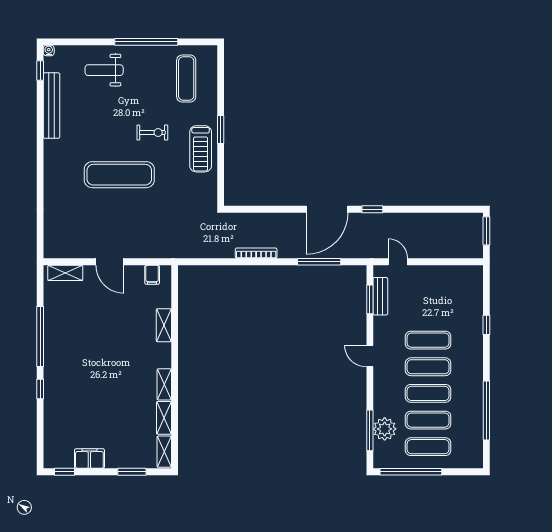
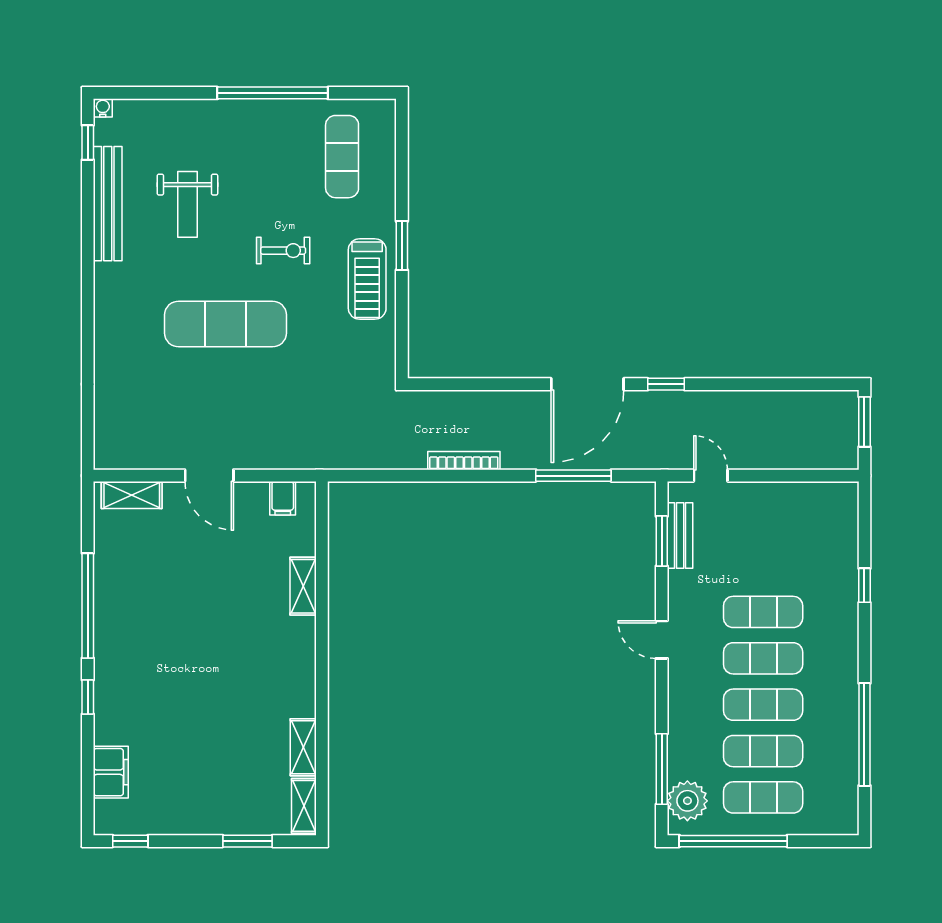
weight bench: (104, 70) -> (187, 204), moved, turned -90
shelving: (164, 384) -> (304, 689), removed
plant: (385, 429) -> (687, 801), moved
filing cabinet: (89, 459) -> (111, 772), moved, turned 90

